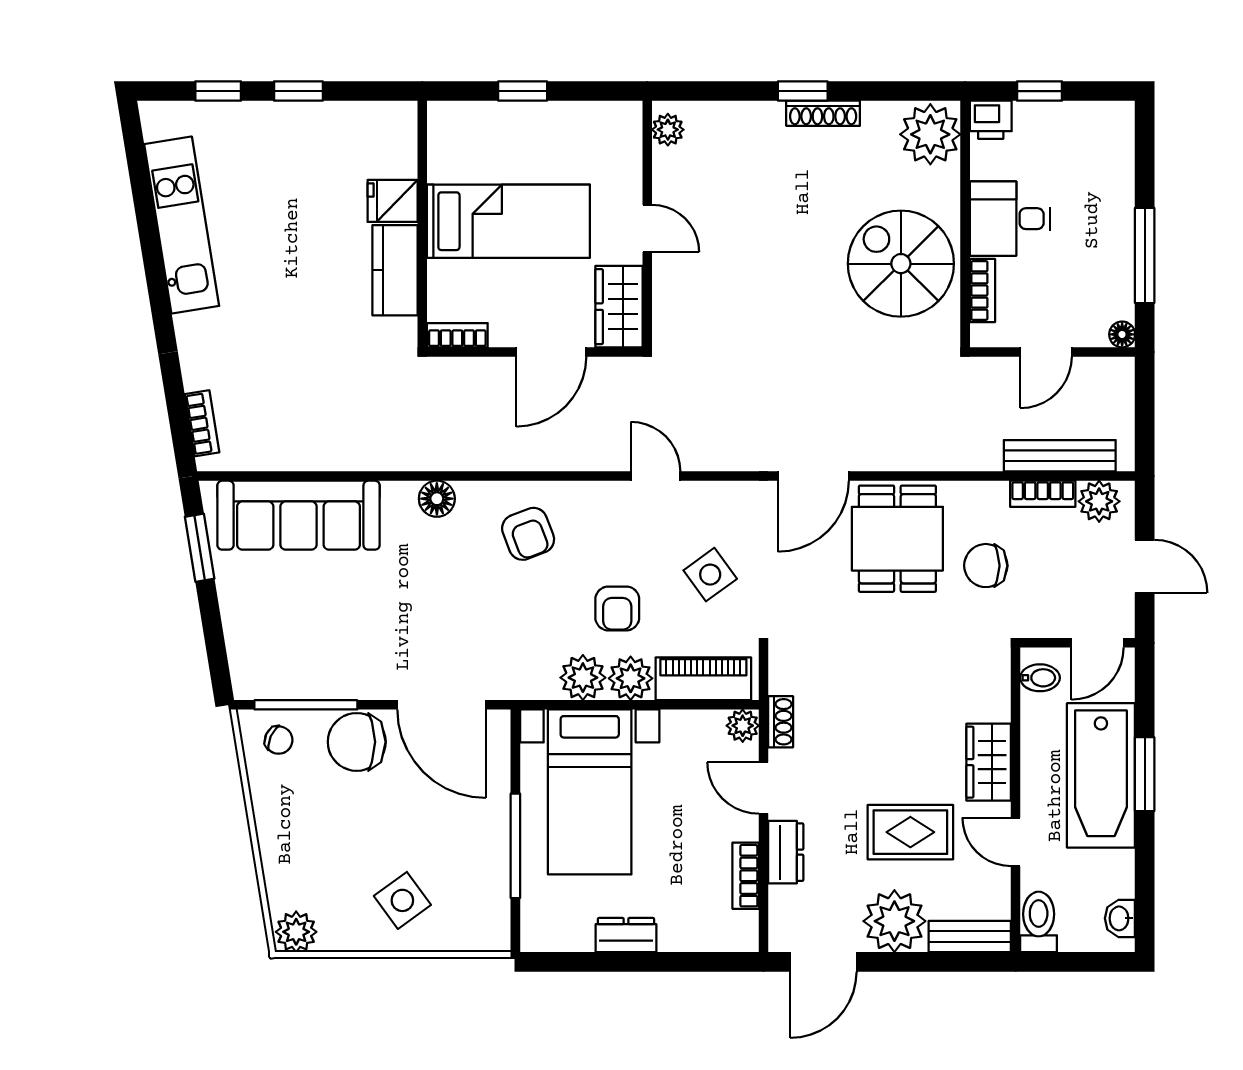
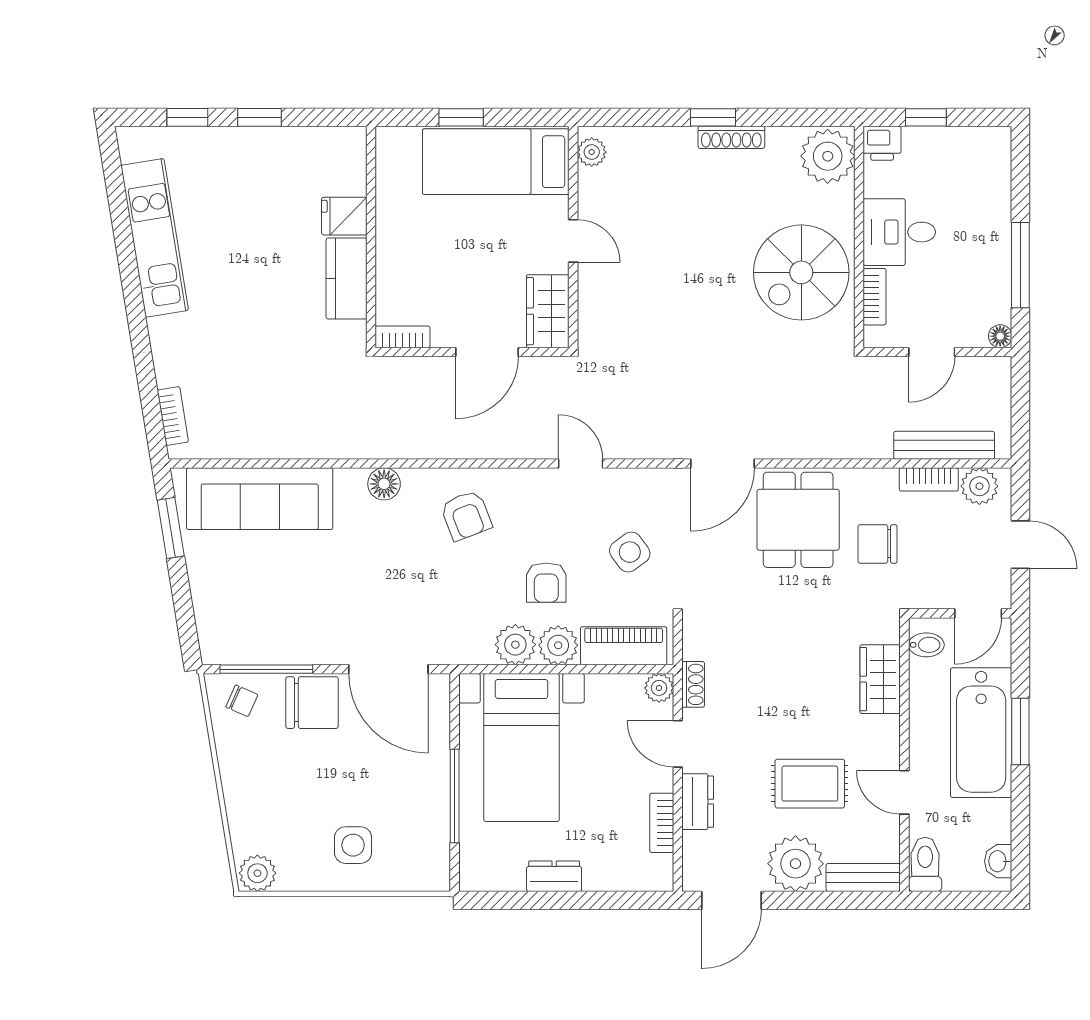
bed: (508, 221) -> (496, 162), moved, turned 180
spiral stairs: (901, 264) -> (801, 272), turned -90
chair: (357, 742) -> (312, 703), turned 180
wardrobe: (989, 762) -> (880, 679), moved
side table: (402, 900) -> (353, 845), turned 36

